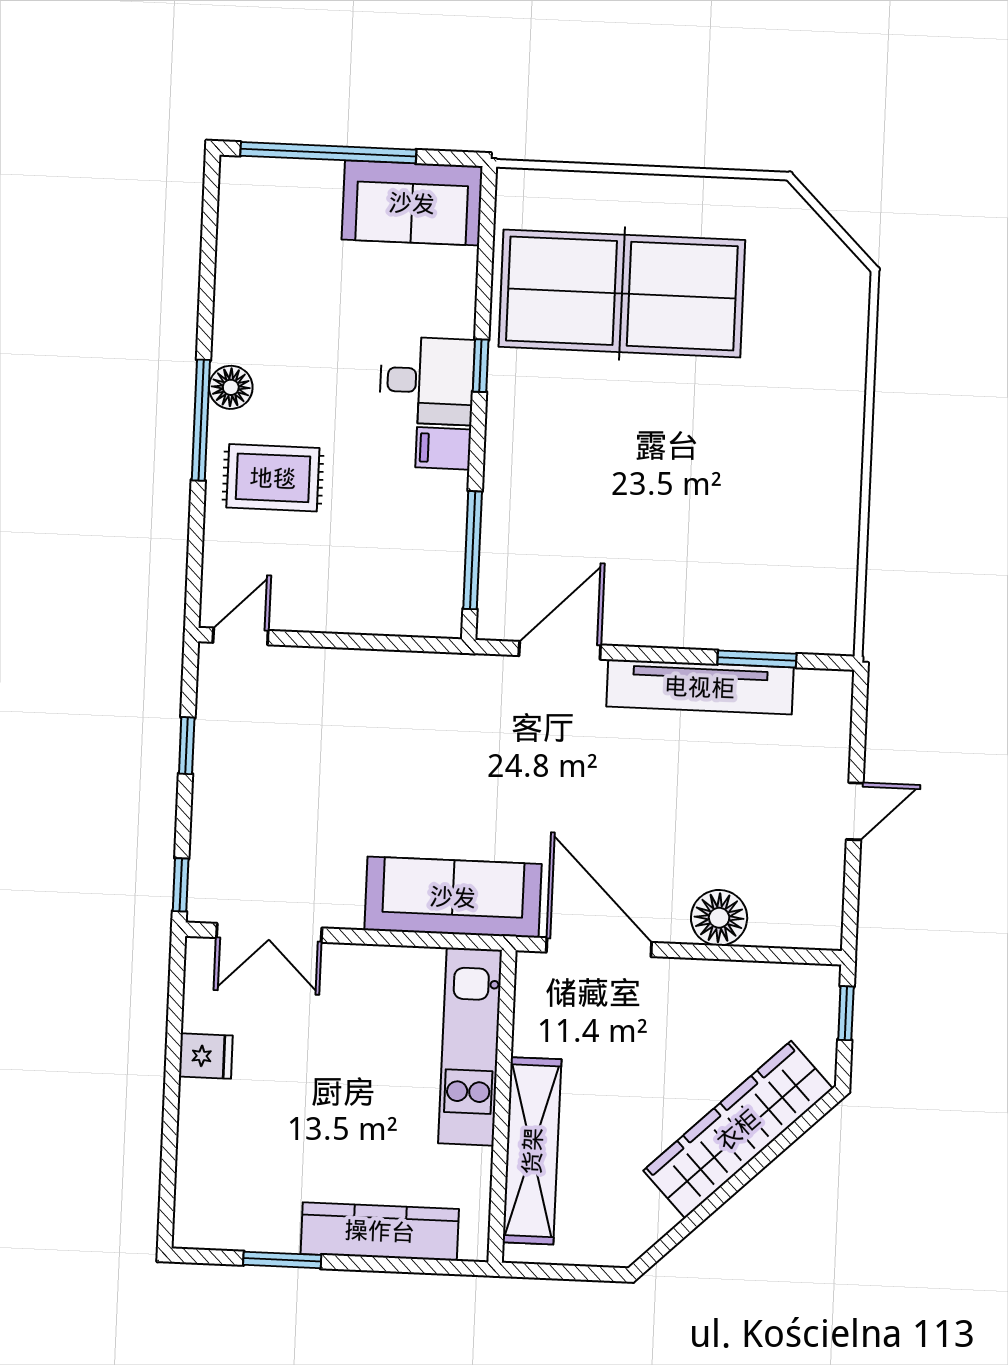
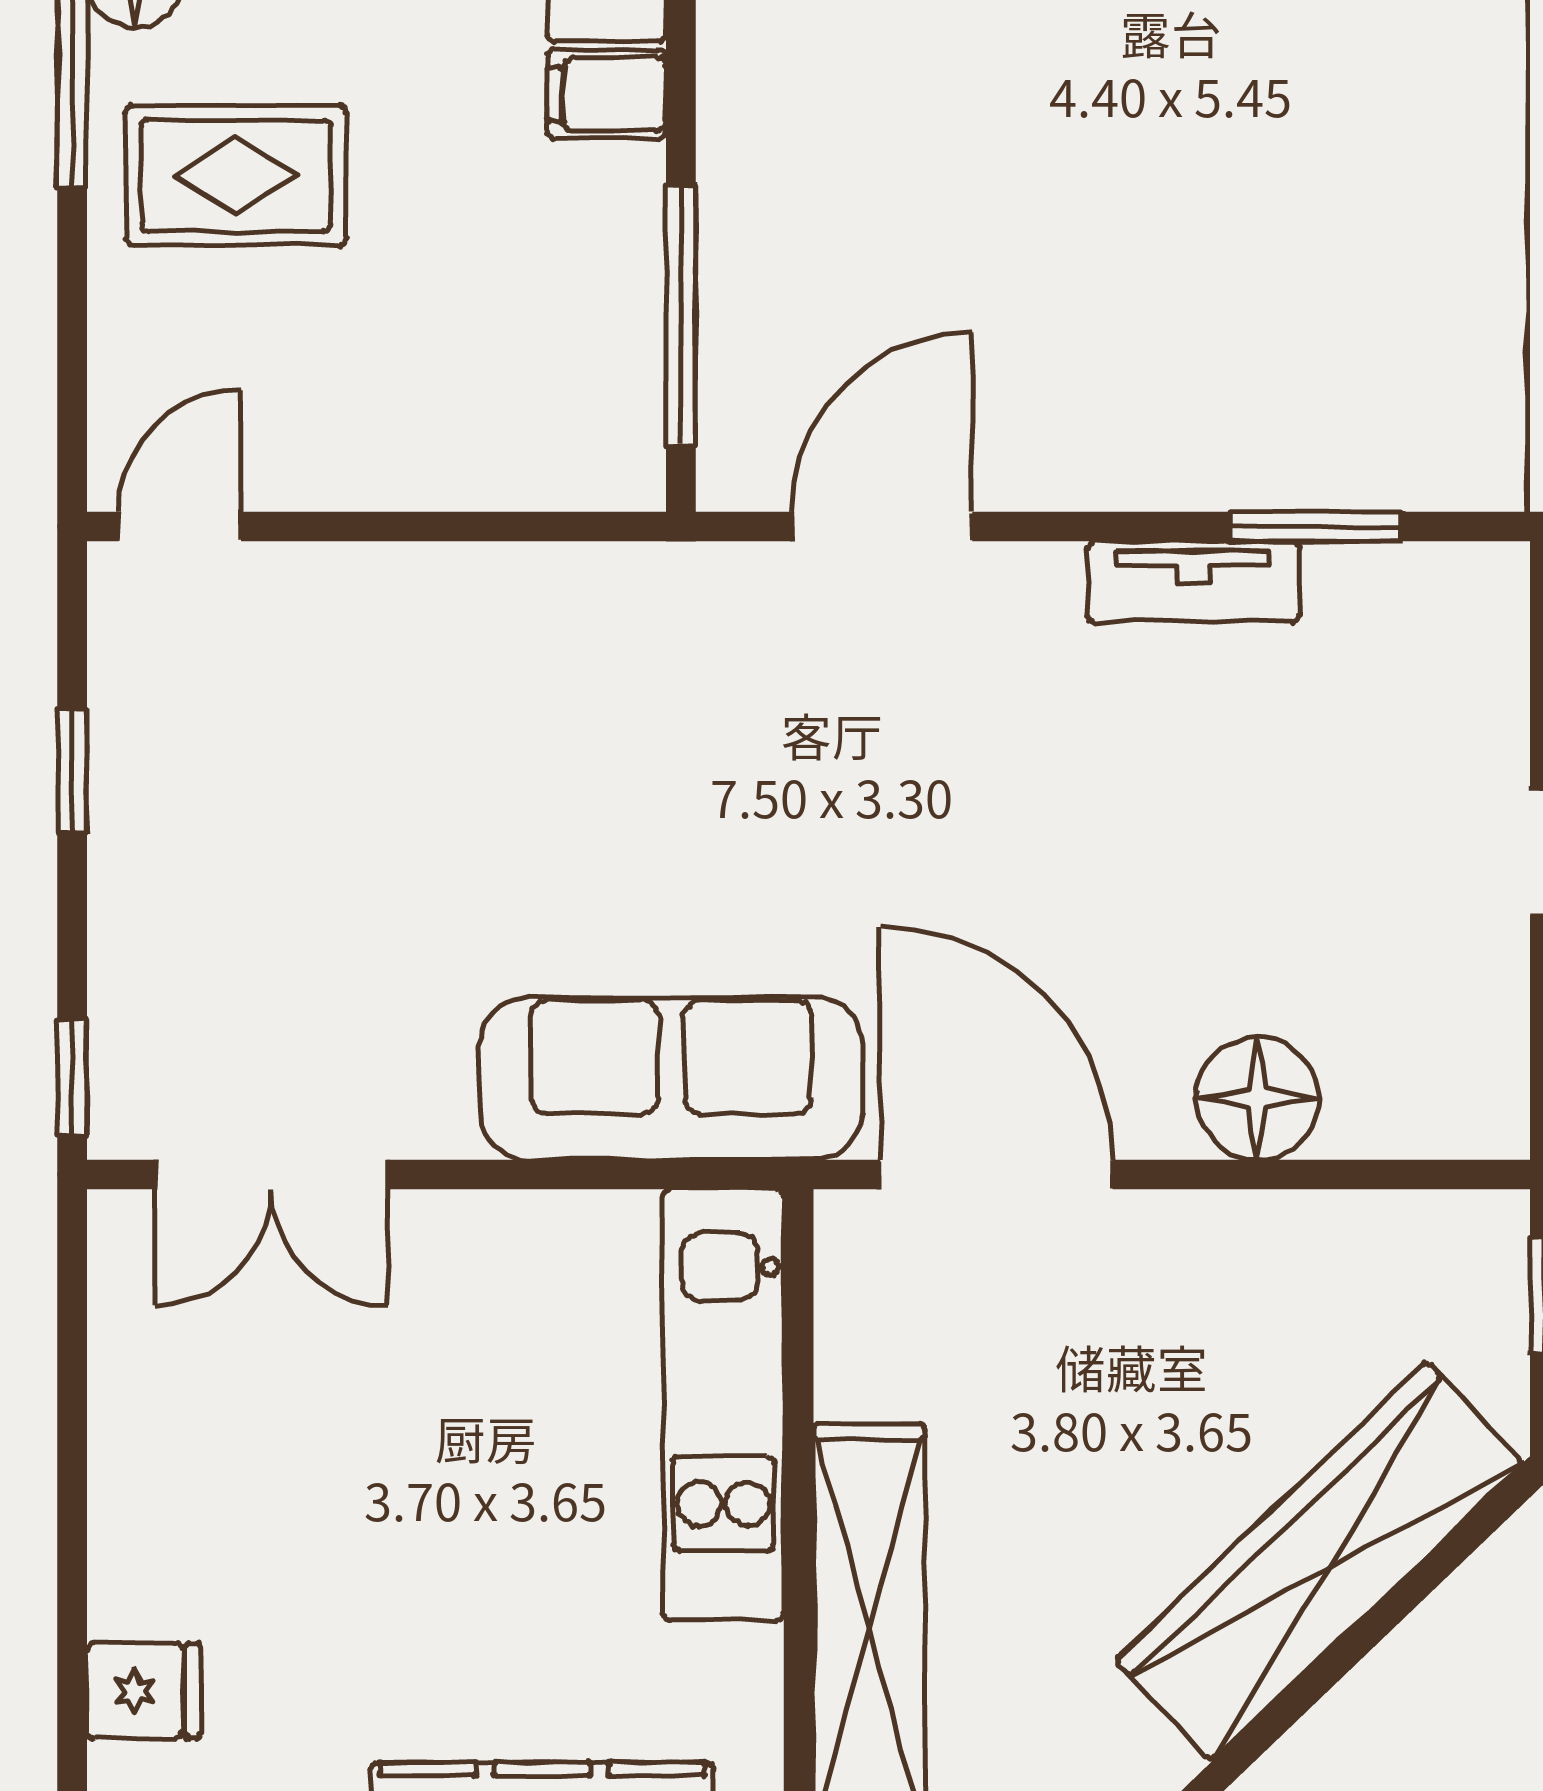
tv unit: (700, 687) -> (1193, 582), width x0.52, depth x0.78
fridge: (206, 1056) -> (144, 1691), moved

